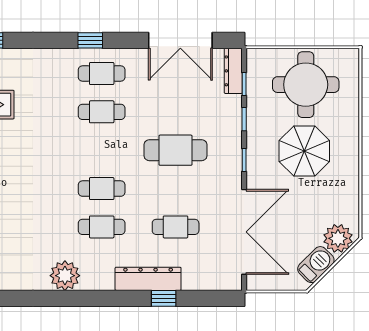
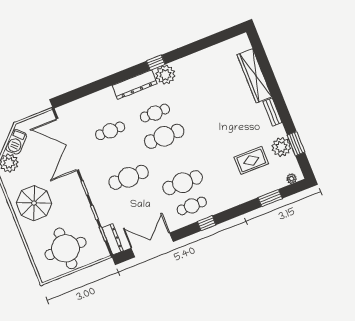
cafe table: (102, 112) -> (183, 183), width x1.37, depth x1.35
parasol: (304, 151) -> (34, 203), moved
cafe table: (102, 189) -> (164, 136), width x1.37, depth x1.35
dresser: (148, 279) -> (135, 85), moved
window: (164, 298) -> (156, 63), moved

